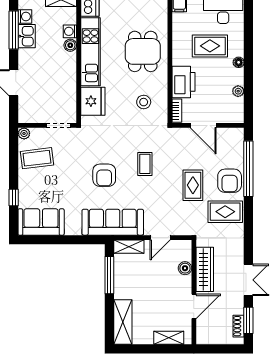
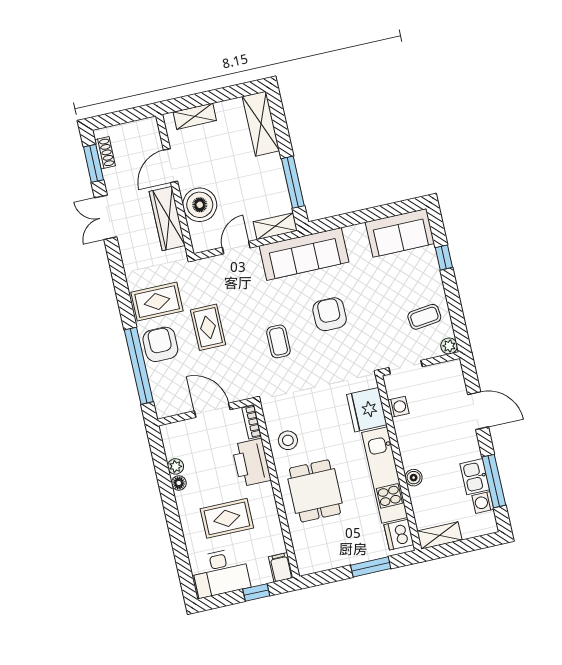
washing machine: (70, 31) -> (398, 407), moved
floor lamp: (239, 62) -> (179, 483), moved
stool: (144, 102) -> (288, 440), moved
coffee table: (37, 158) -> (424, 317), width x0.73, depth x0.77
boiler: (185, 268) -> (200, 205), width x1.86, depth x1.86

